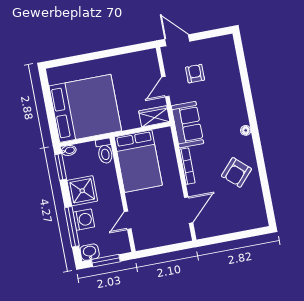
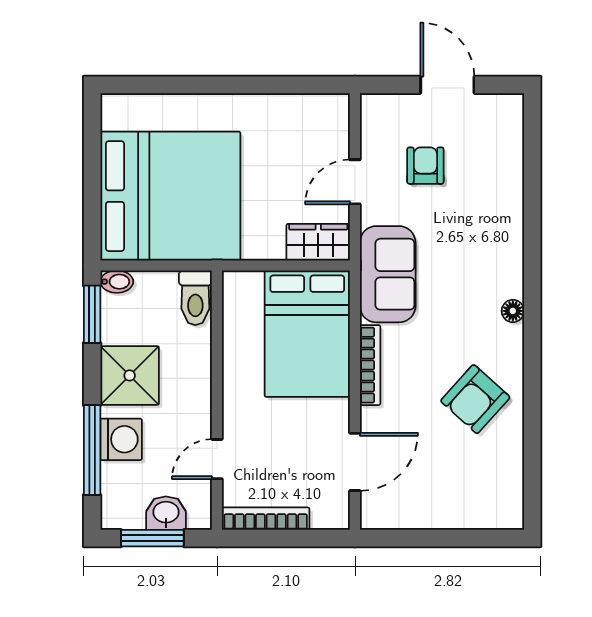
door: (177, 40) -> (447, 85), moved
bed: (138, 161) -> (307, 334), moved
bookcase: (154, 243) -> (266, 519), added
washbasin: (90, 252) -> (166, 513), moved

